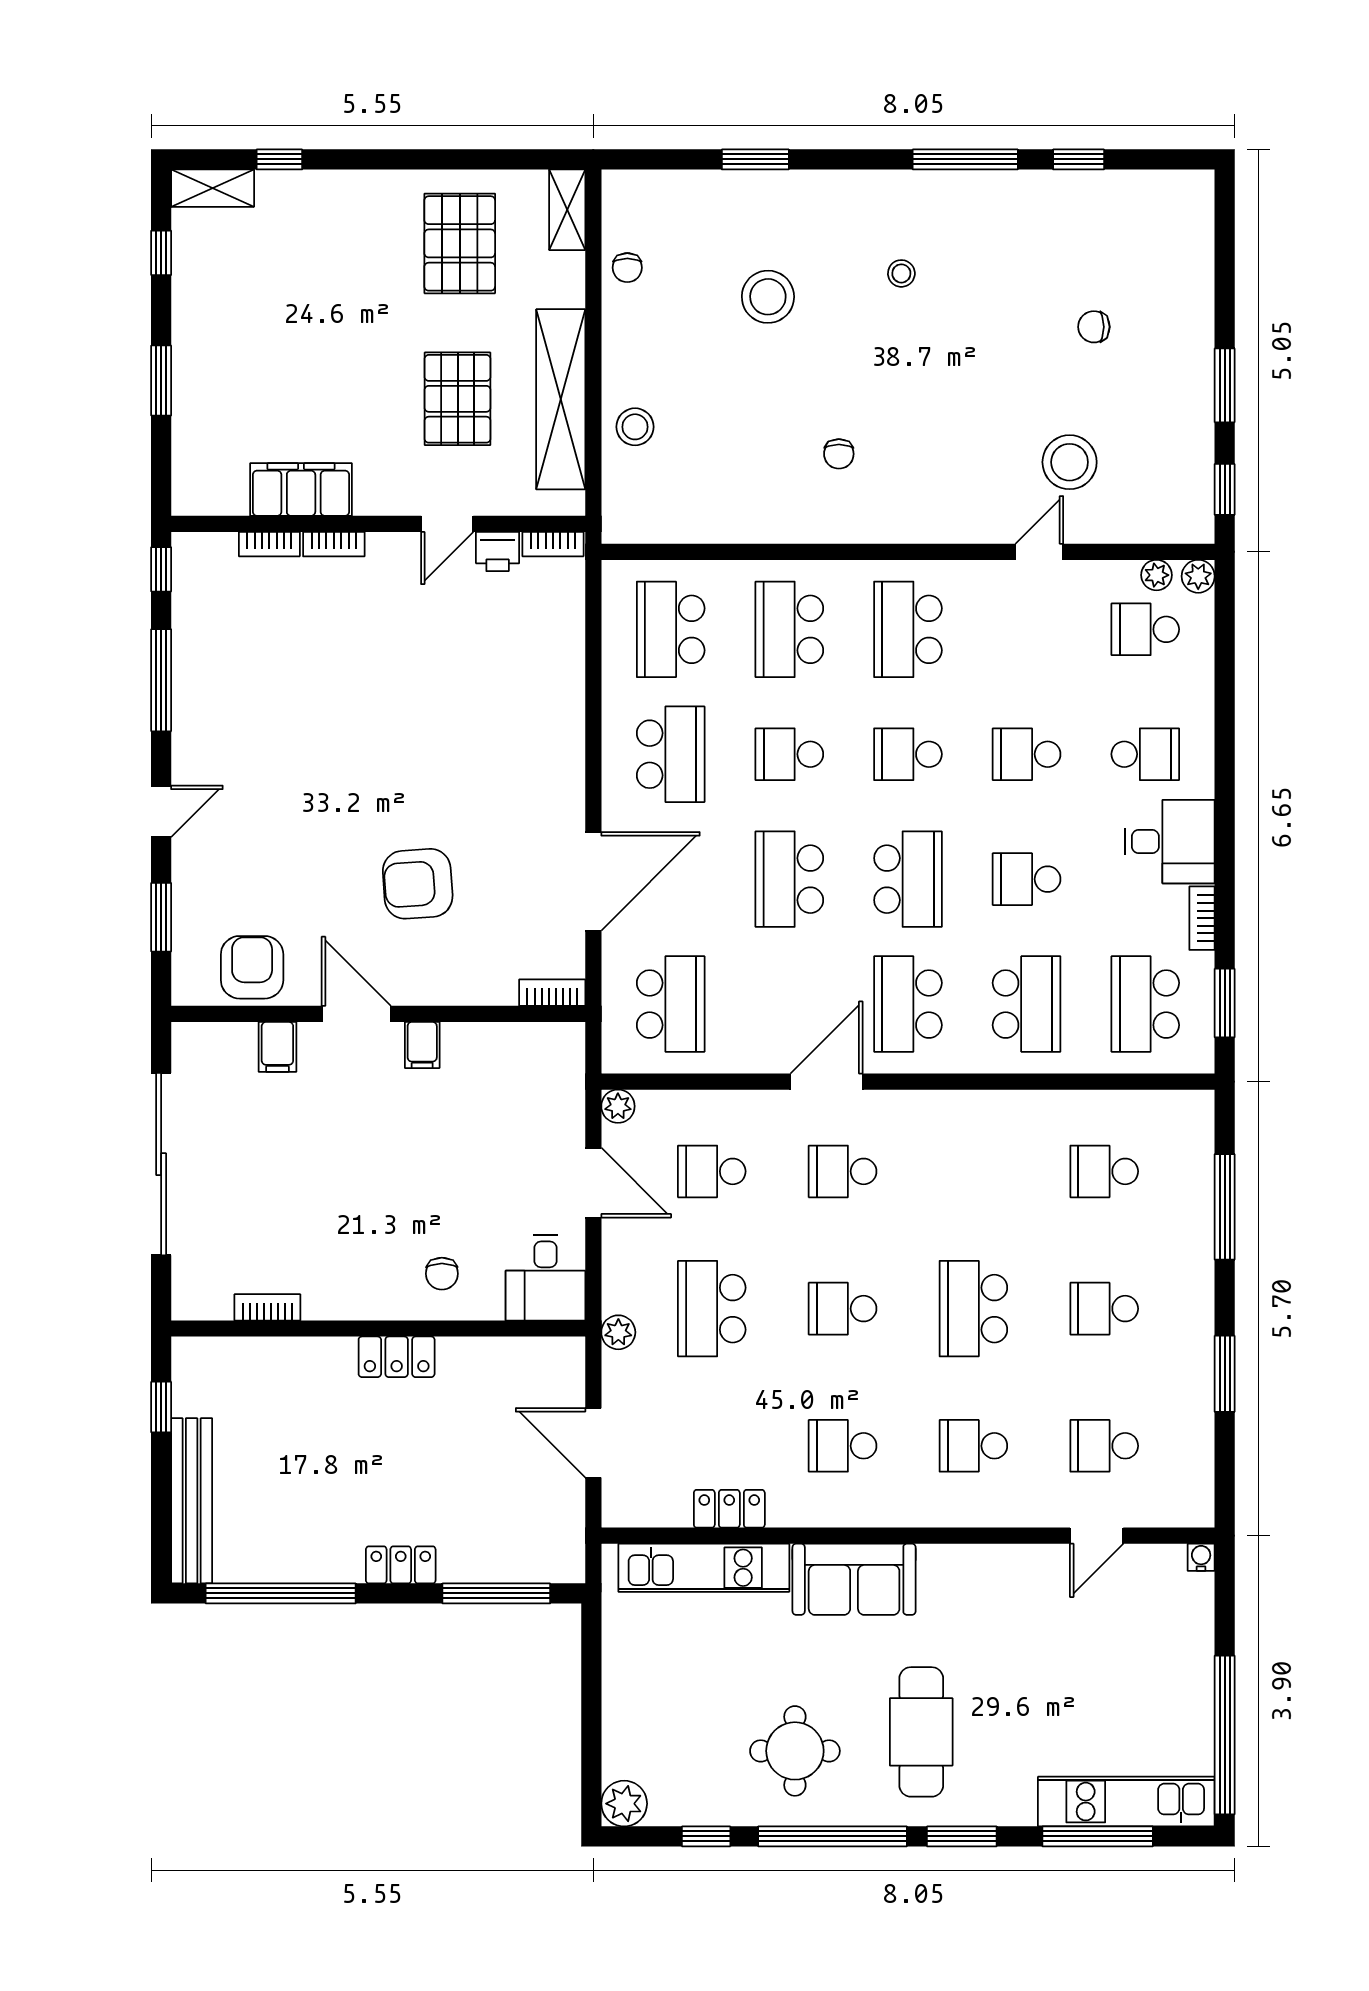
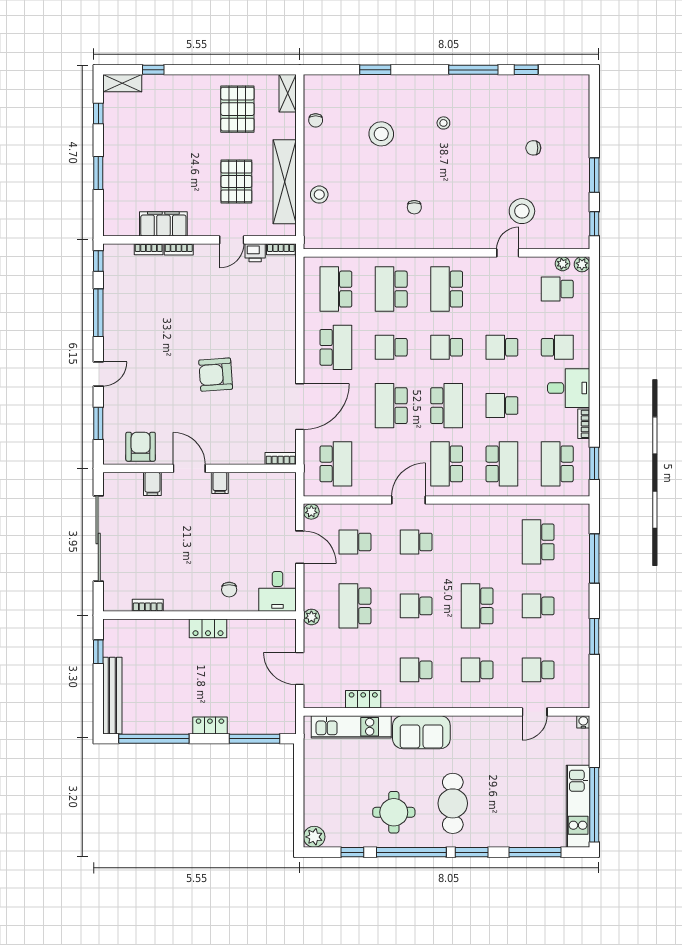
armchair: (418, 884) -> (216, 375), moved
school desk: (1104, 1171) -> (538, 542), width x1.85
kitchen unit: (1126, 1802) -> (578, 806), moved, turned -90

